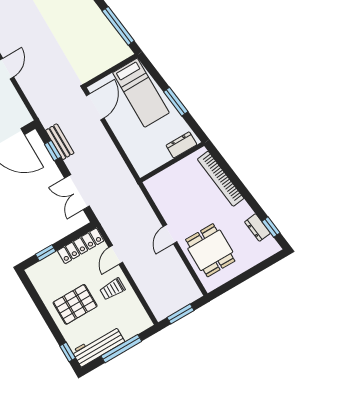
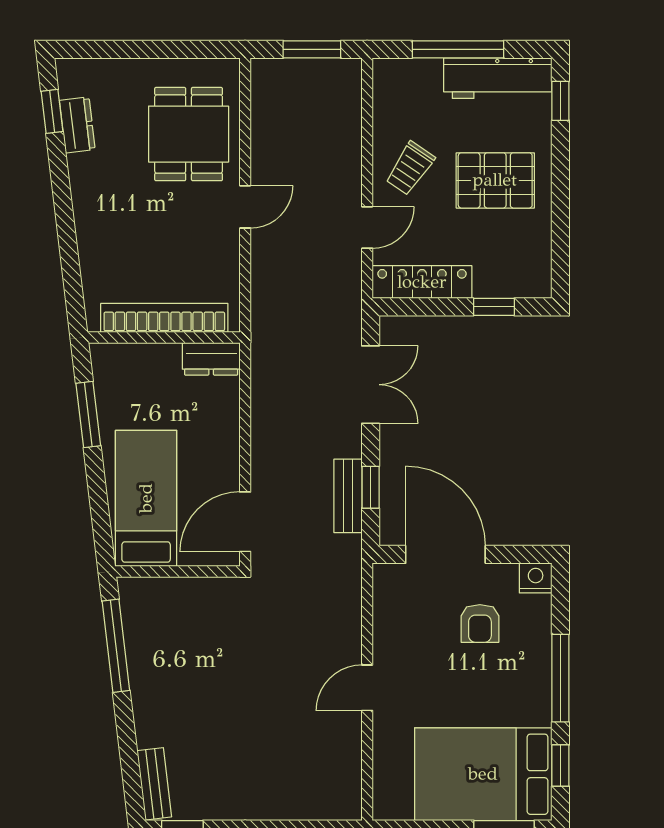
window: (176, 102) -> (88, 414), moved
dresser: (181, 145) -> (211, 359), moved
bookcase: (221, 179) -> (164, 318), moved, turned -83
trolley: (112, 289) -> (410, 168), turned 124

